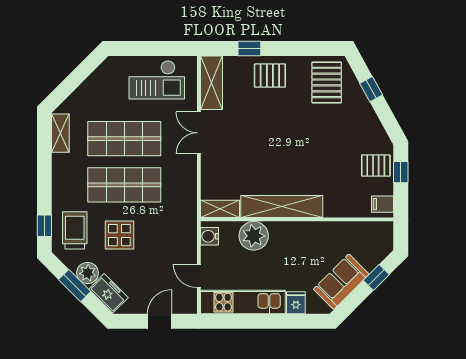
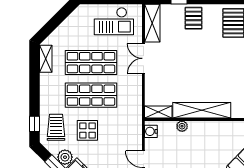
pallet: (270, 76) -> (193, 18), turned 90
plant: (254, 236) -> (182, 126), width x0.53, depth x0.53

